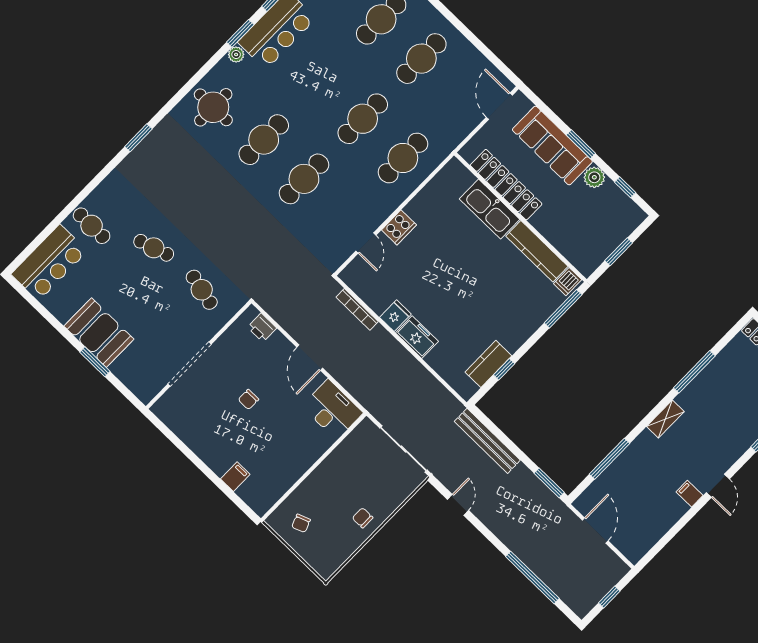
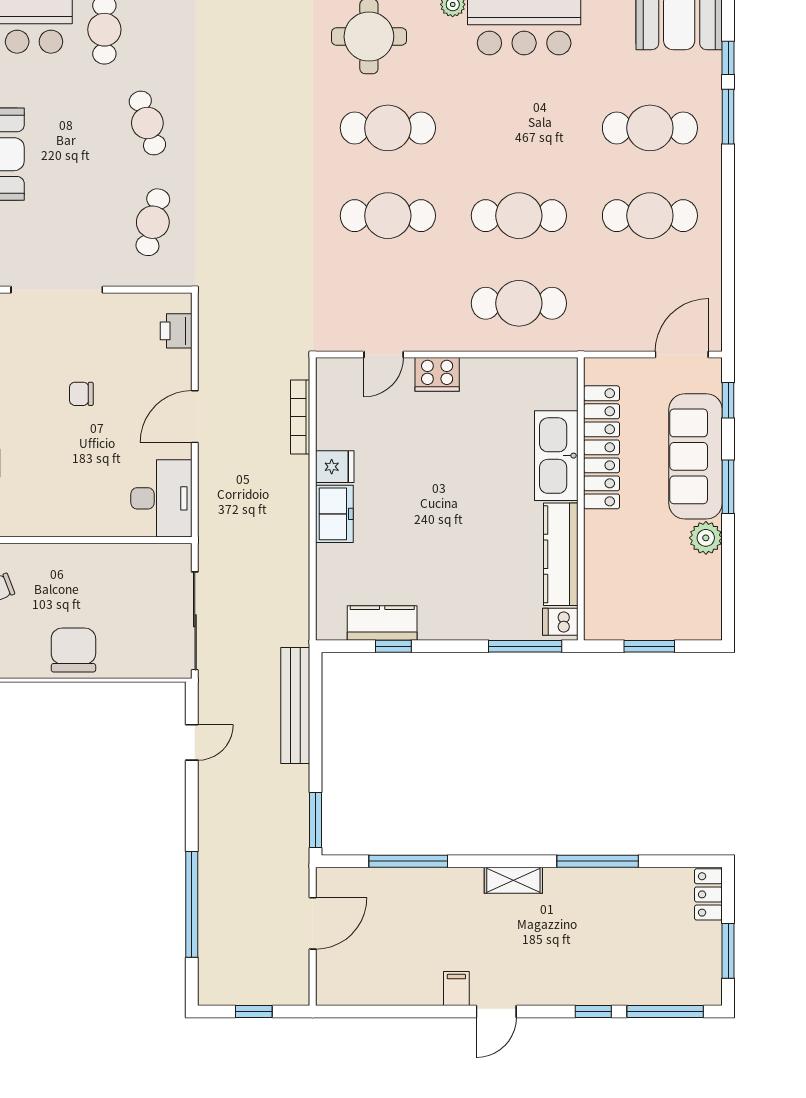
window: (625, 187) -> (728, 400), moved
chair: (363, 518) -> (73, 650), width x1.87, depth x1.87

